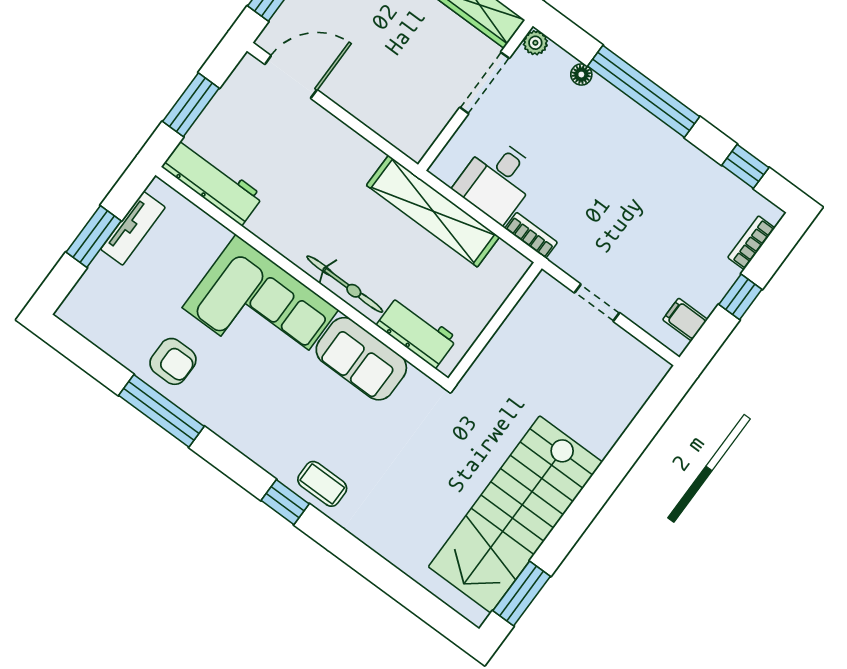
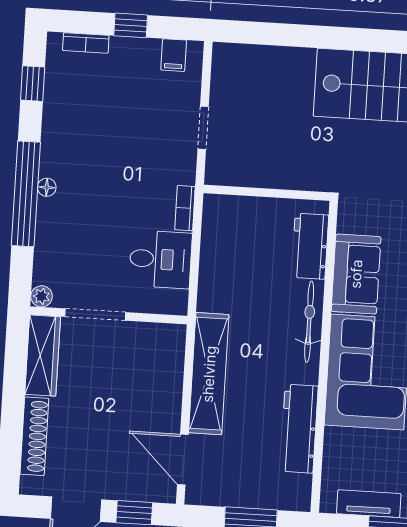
floor lamp: (581, 75) -> (47, 187), moved
workbench: (212, 182) -> (299, 429), moved
shelving: (433, 211) -> (209, 374), moved

